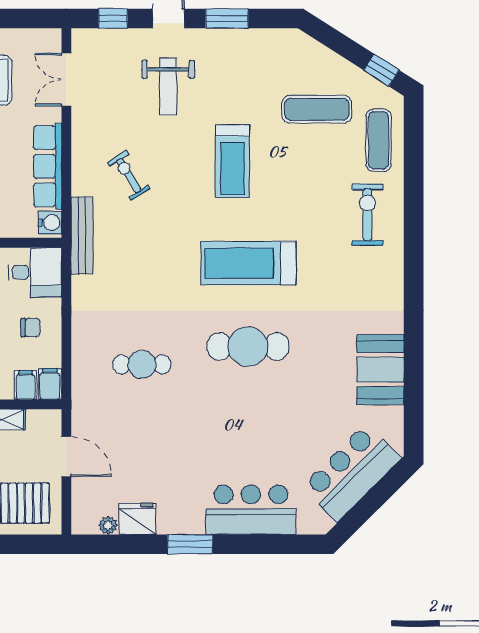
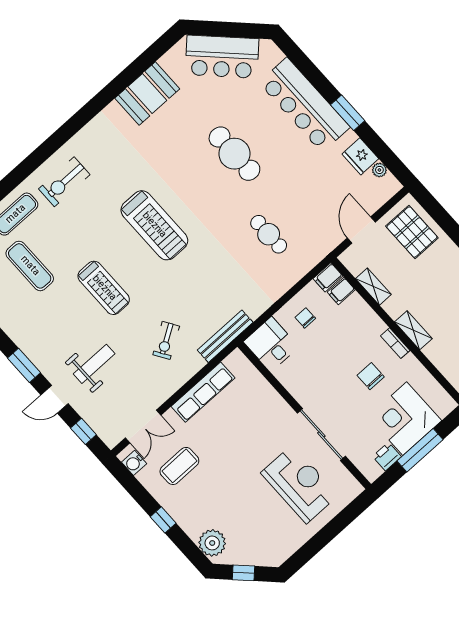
treadmill: (232, 161) -> (104, 288), turned 90
water cooler: (50, 223) -> (134, 463), moved, turned -90
cafe table: (248, 347) -> (234, 154), moved
bar counter: (251, 510) -> (304, 105), width x1.36

